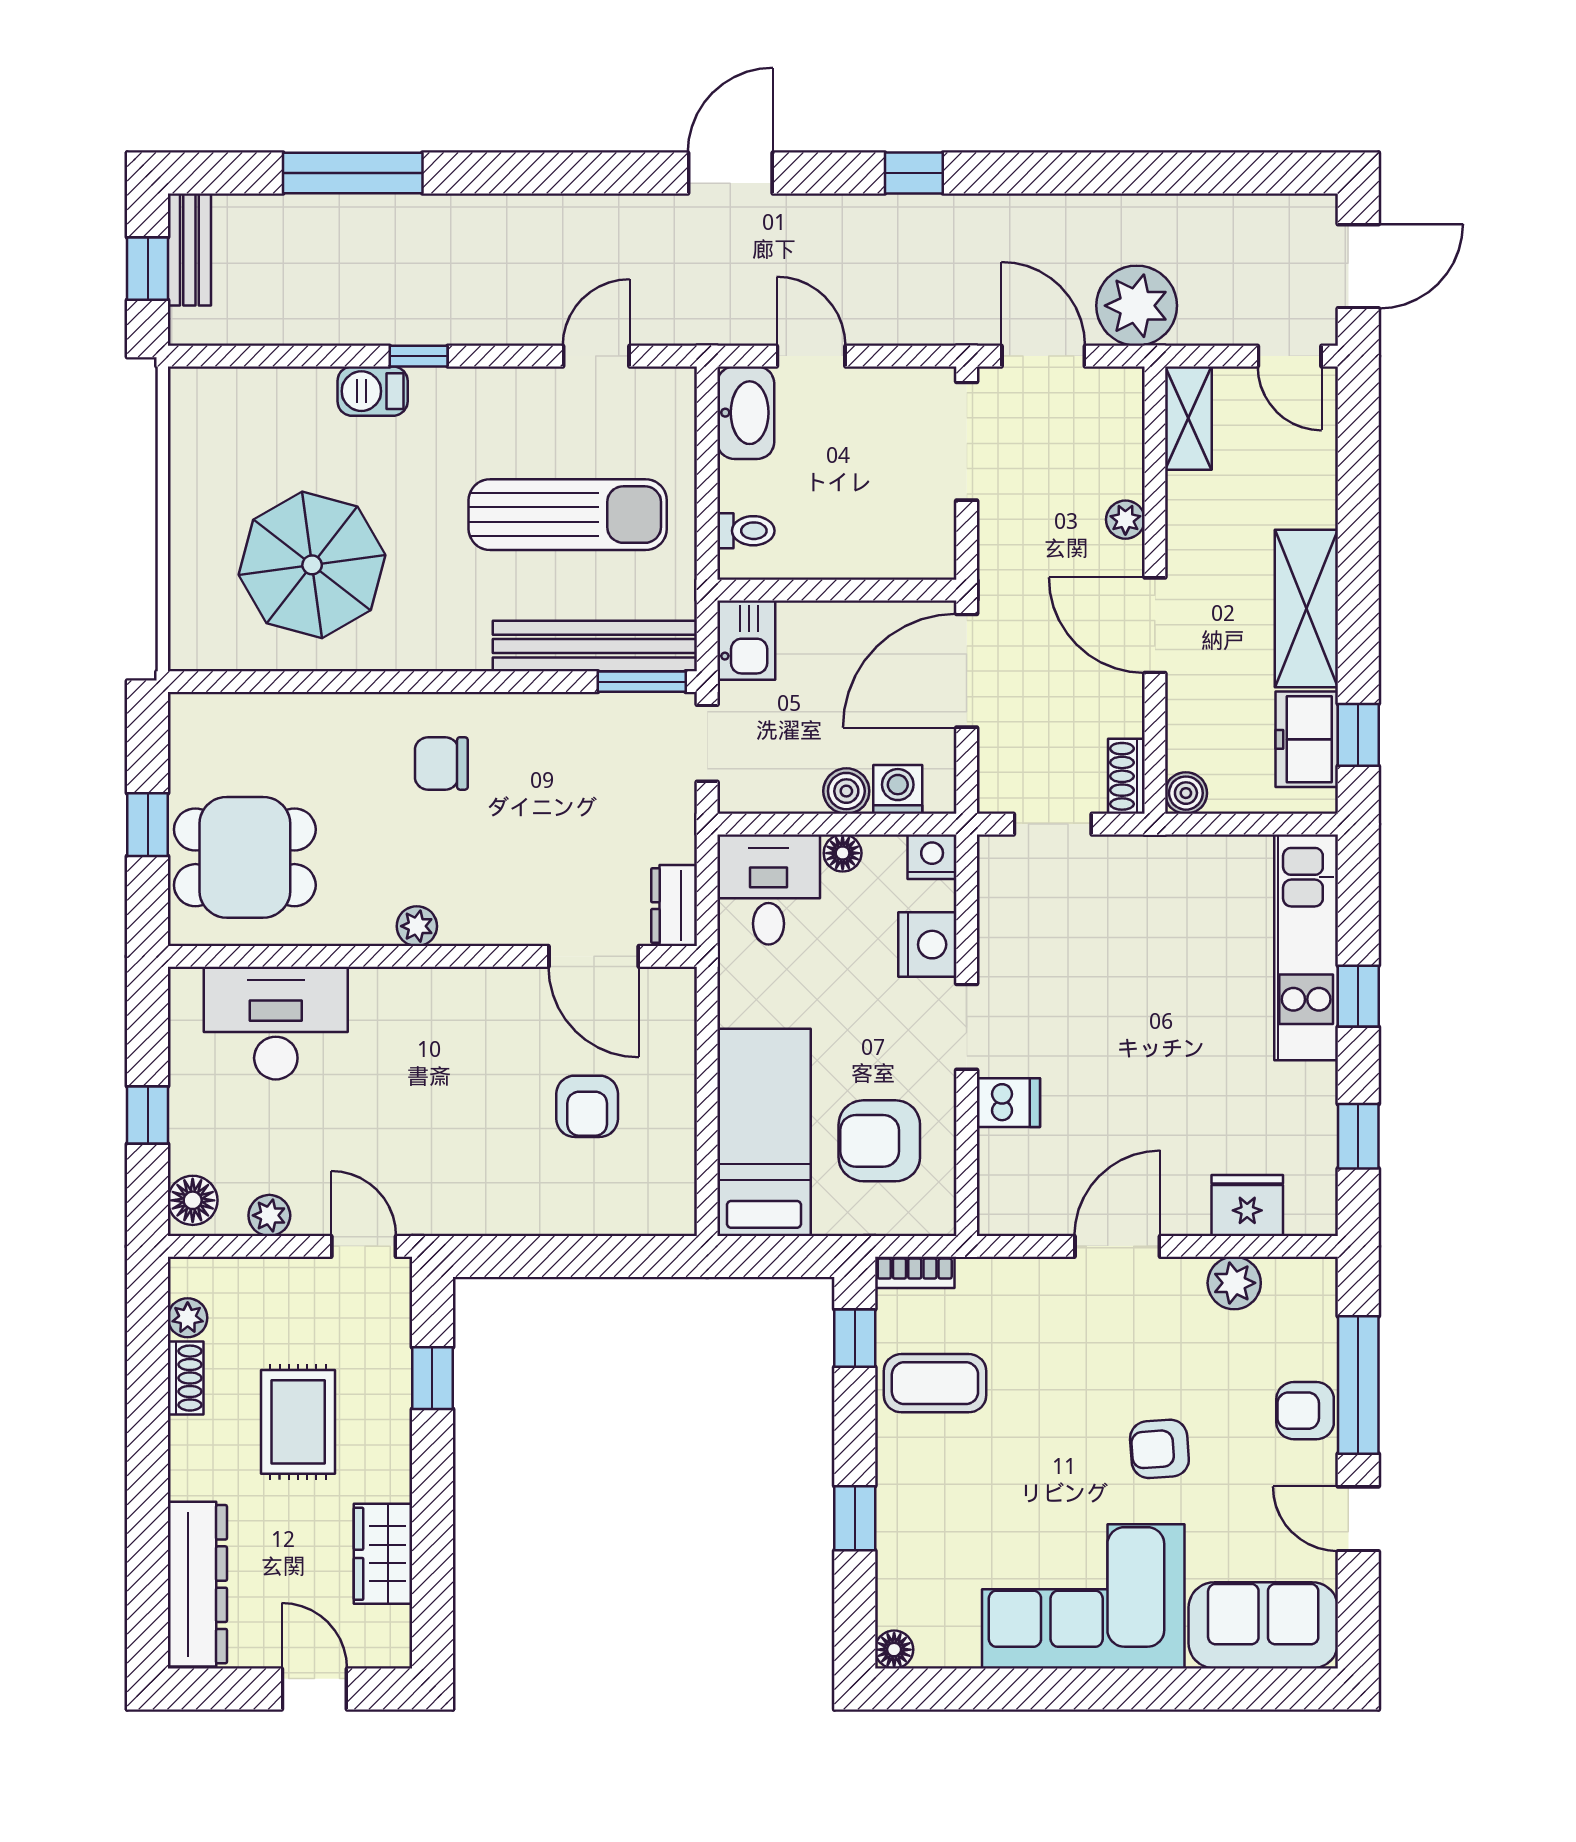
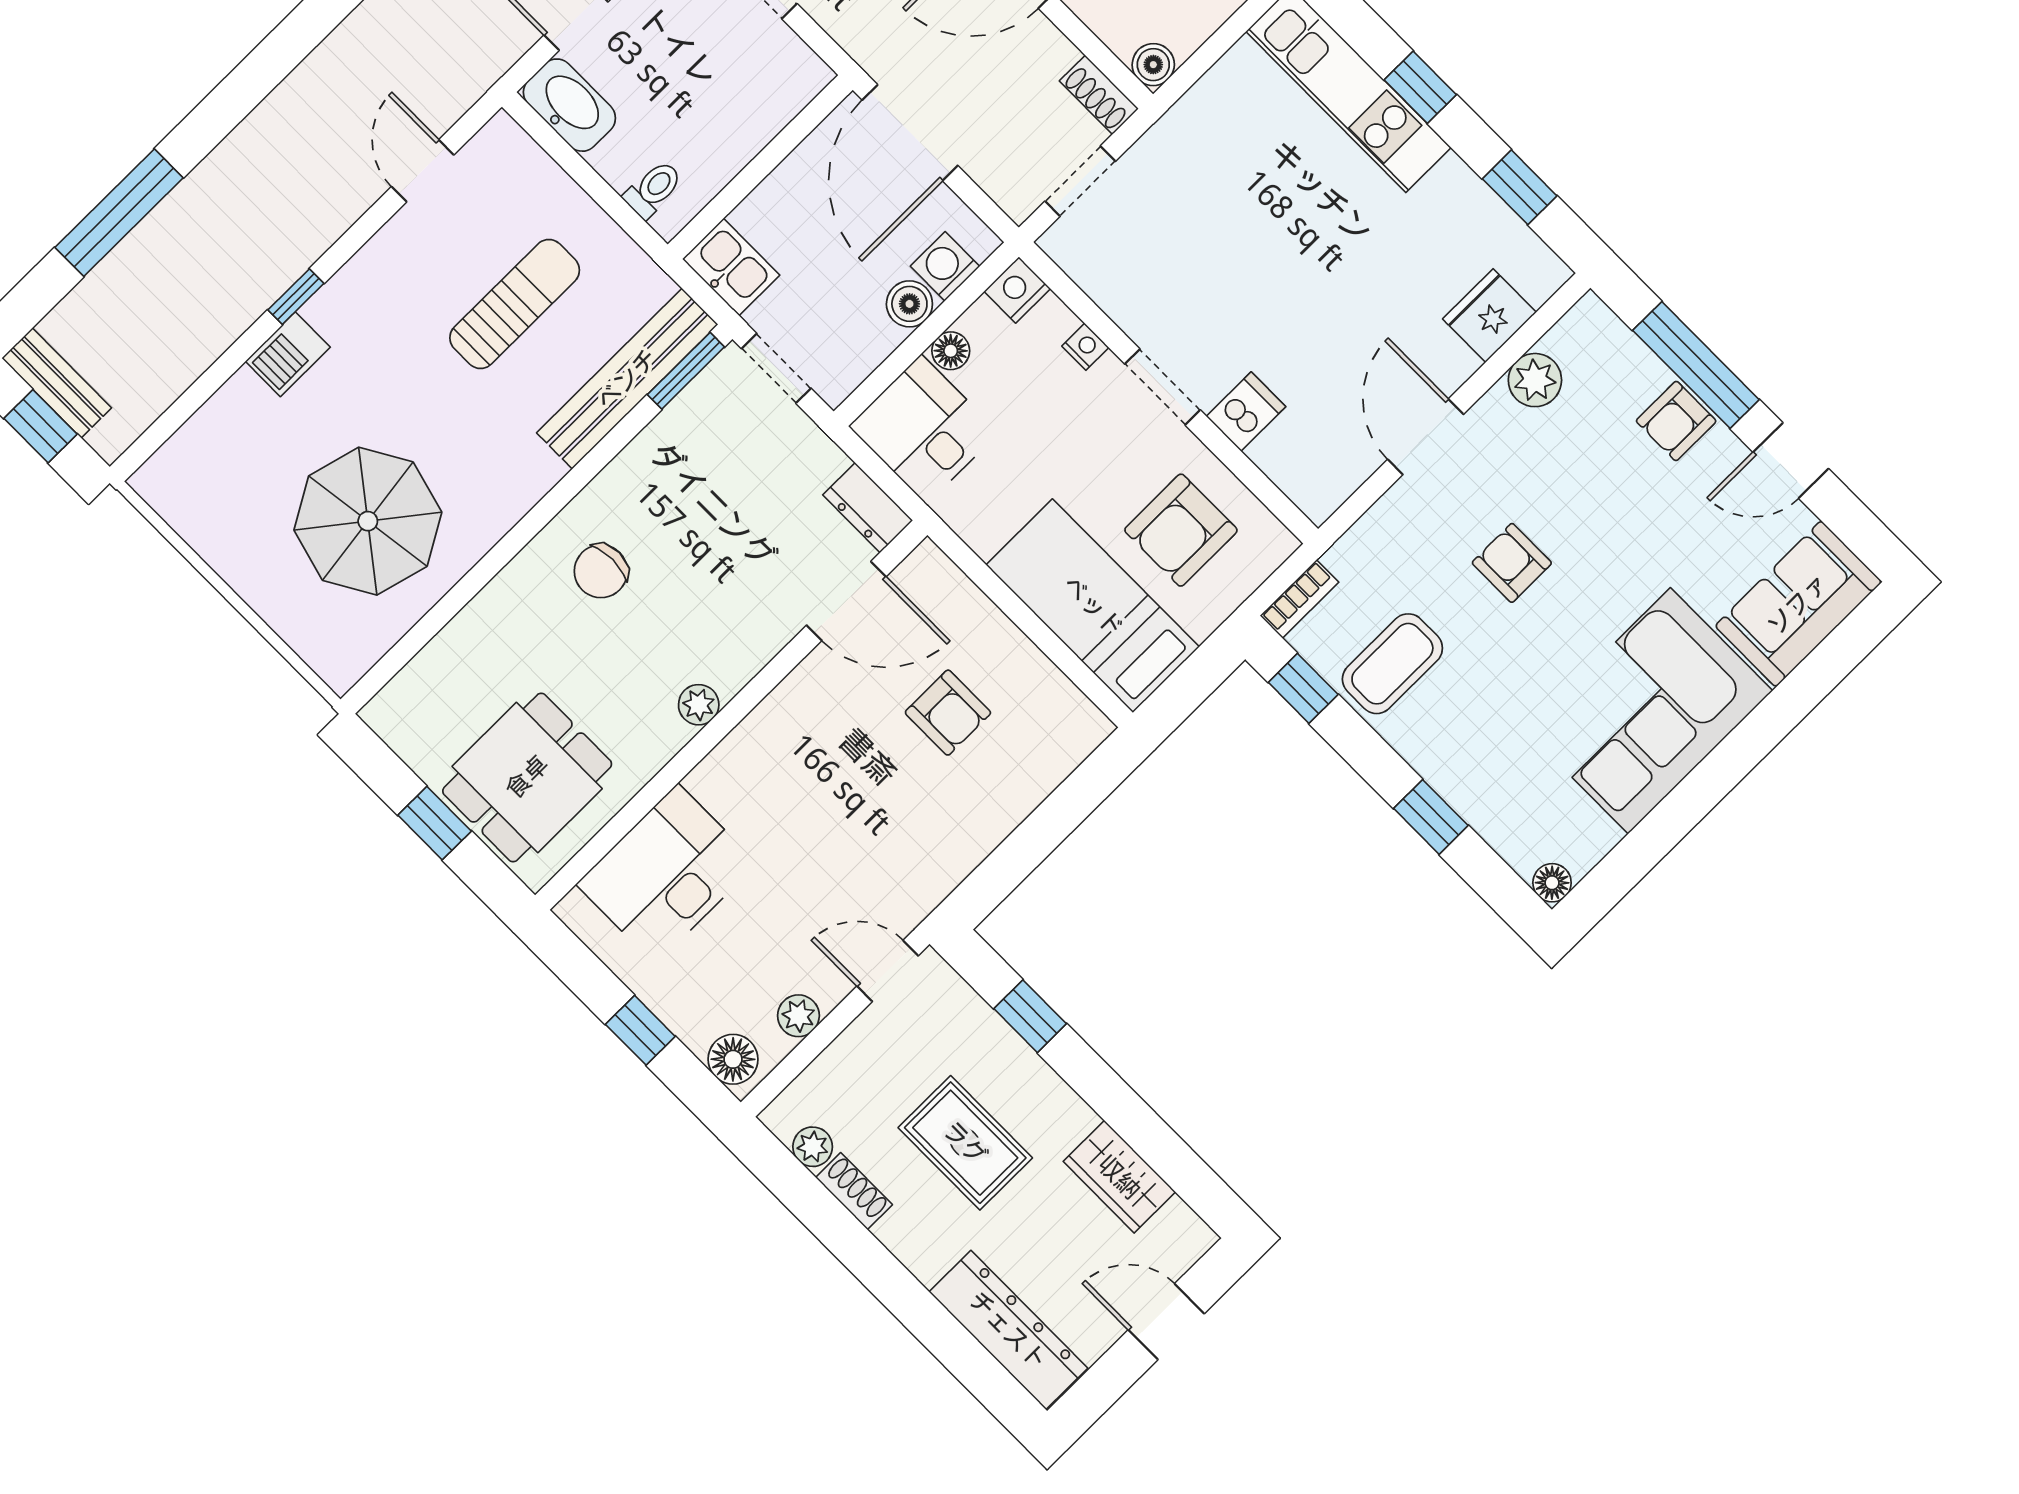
sun lounger: (568, 515) -> (515, 304), width x0.73, depth x0.75
nightstand: (927, 945) -> (1085, 347), width x0.53, depth x0.56
armchair: (1159, 1449) -> (1512, 563), moved, turned 94

